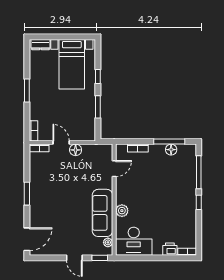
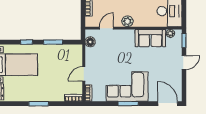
floor lamp: (76, 150) -> (90, 42), moved
door: (114, 169) -> (106, 28), hinge flipped
corner sofa: (47, 192) -> (127, 87), added
plant: (122, 211) -> (127, 21), moved
sofa: (103, 213) -> (150, 38), width x0.73

